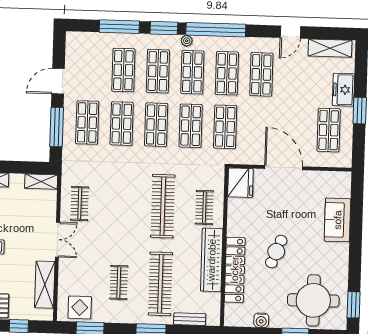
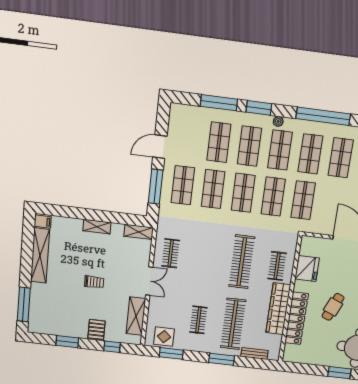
window: (216, 30) -> (323, 116), moved
fridge: (240, 183) -> (307, 269), moved
water cooler: (261, 320) -> (313, 359), removed

